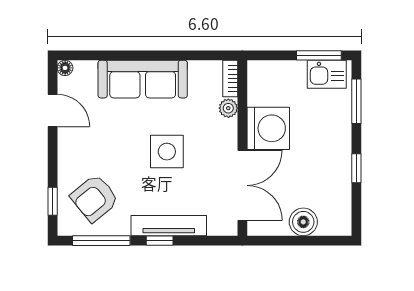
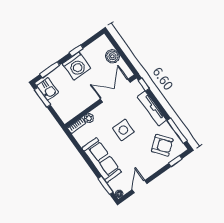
window: (96, 55) -> (106, 185), added
washing machine: (268, 128) -> (76, 66), moved, turned 180
window: (160, 241) -> (144, 84), moved

